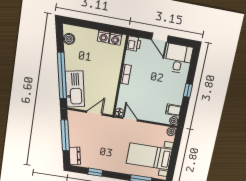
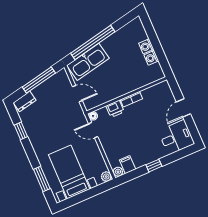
boiler: (69, 39) -> (129, 29), removed
washing machine: (115, 39) -> (146, 46), moved
printer: (134, 44) -> (115, 109), moved
door: (130, 119) -> (93, 130), swing flipped

